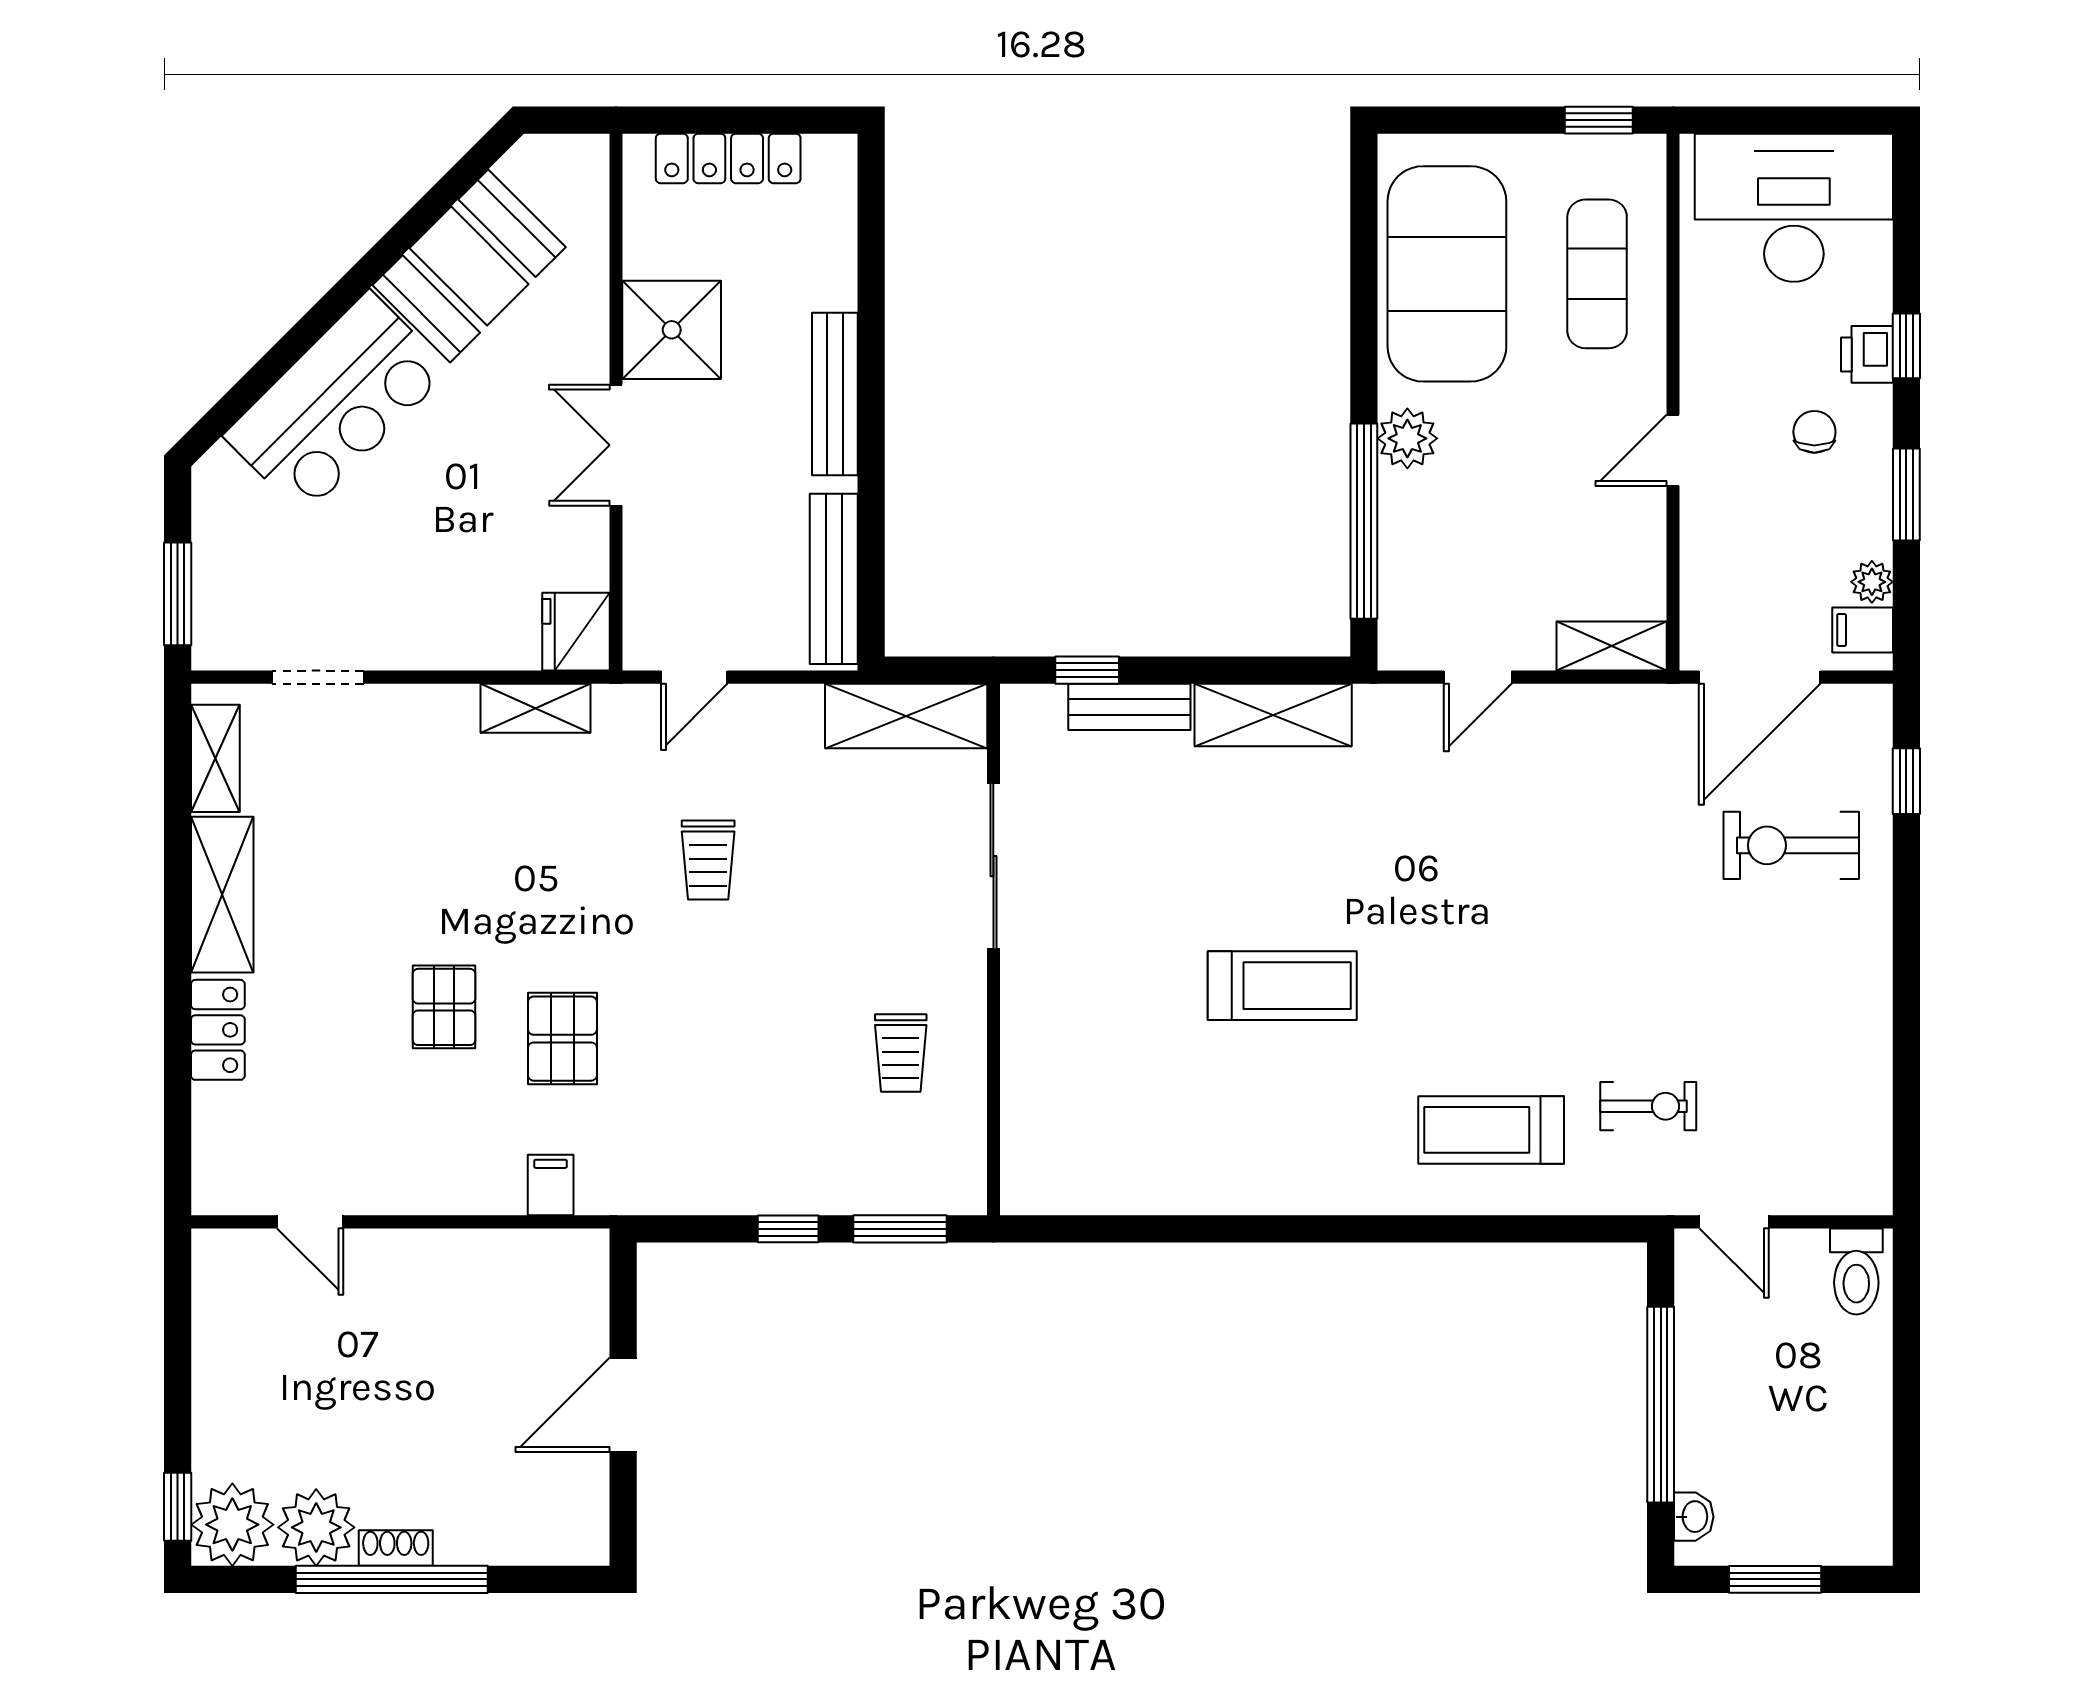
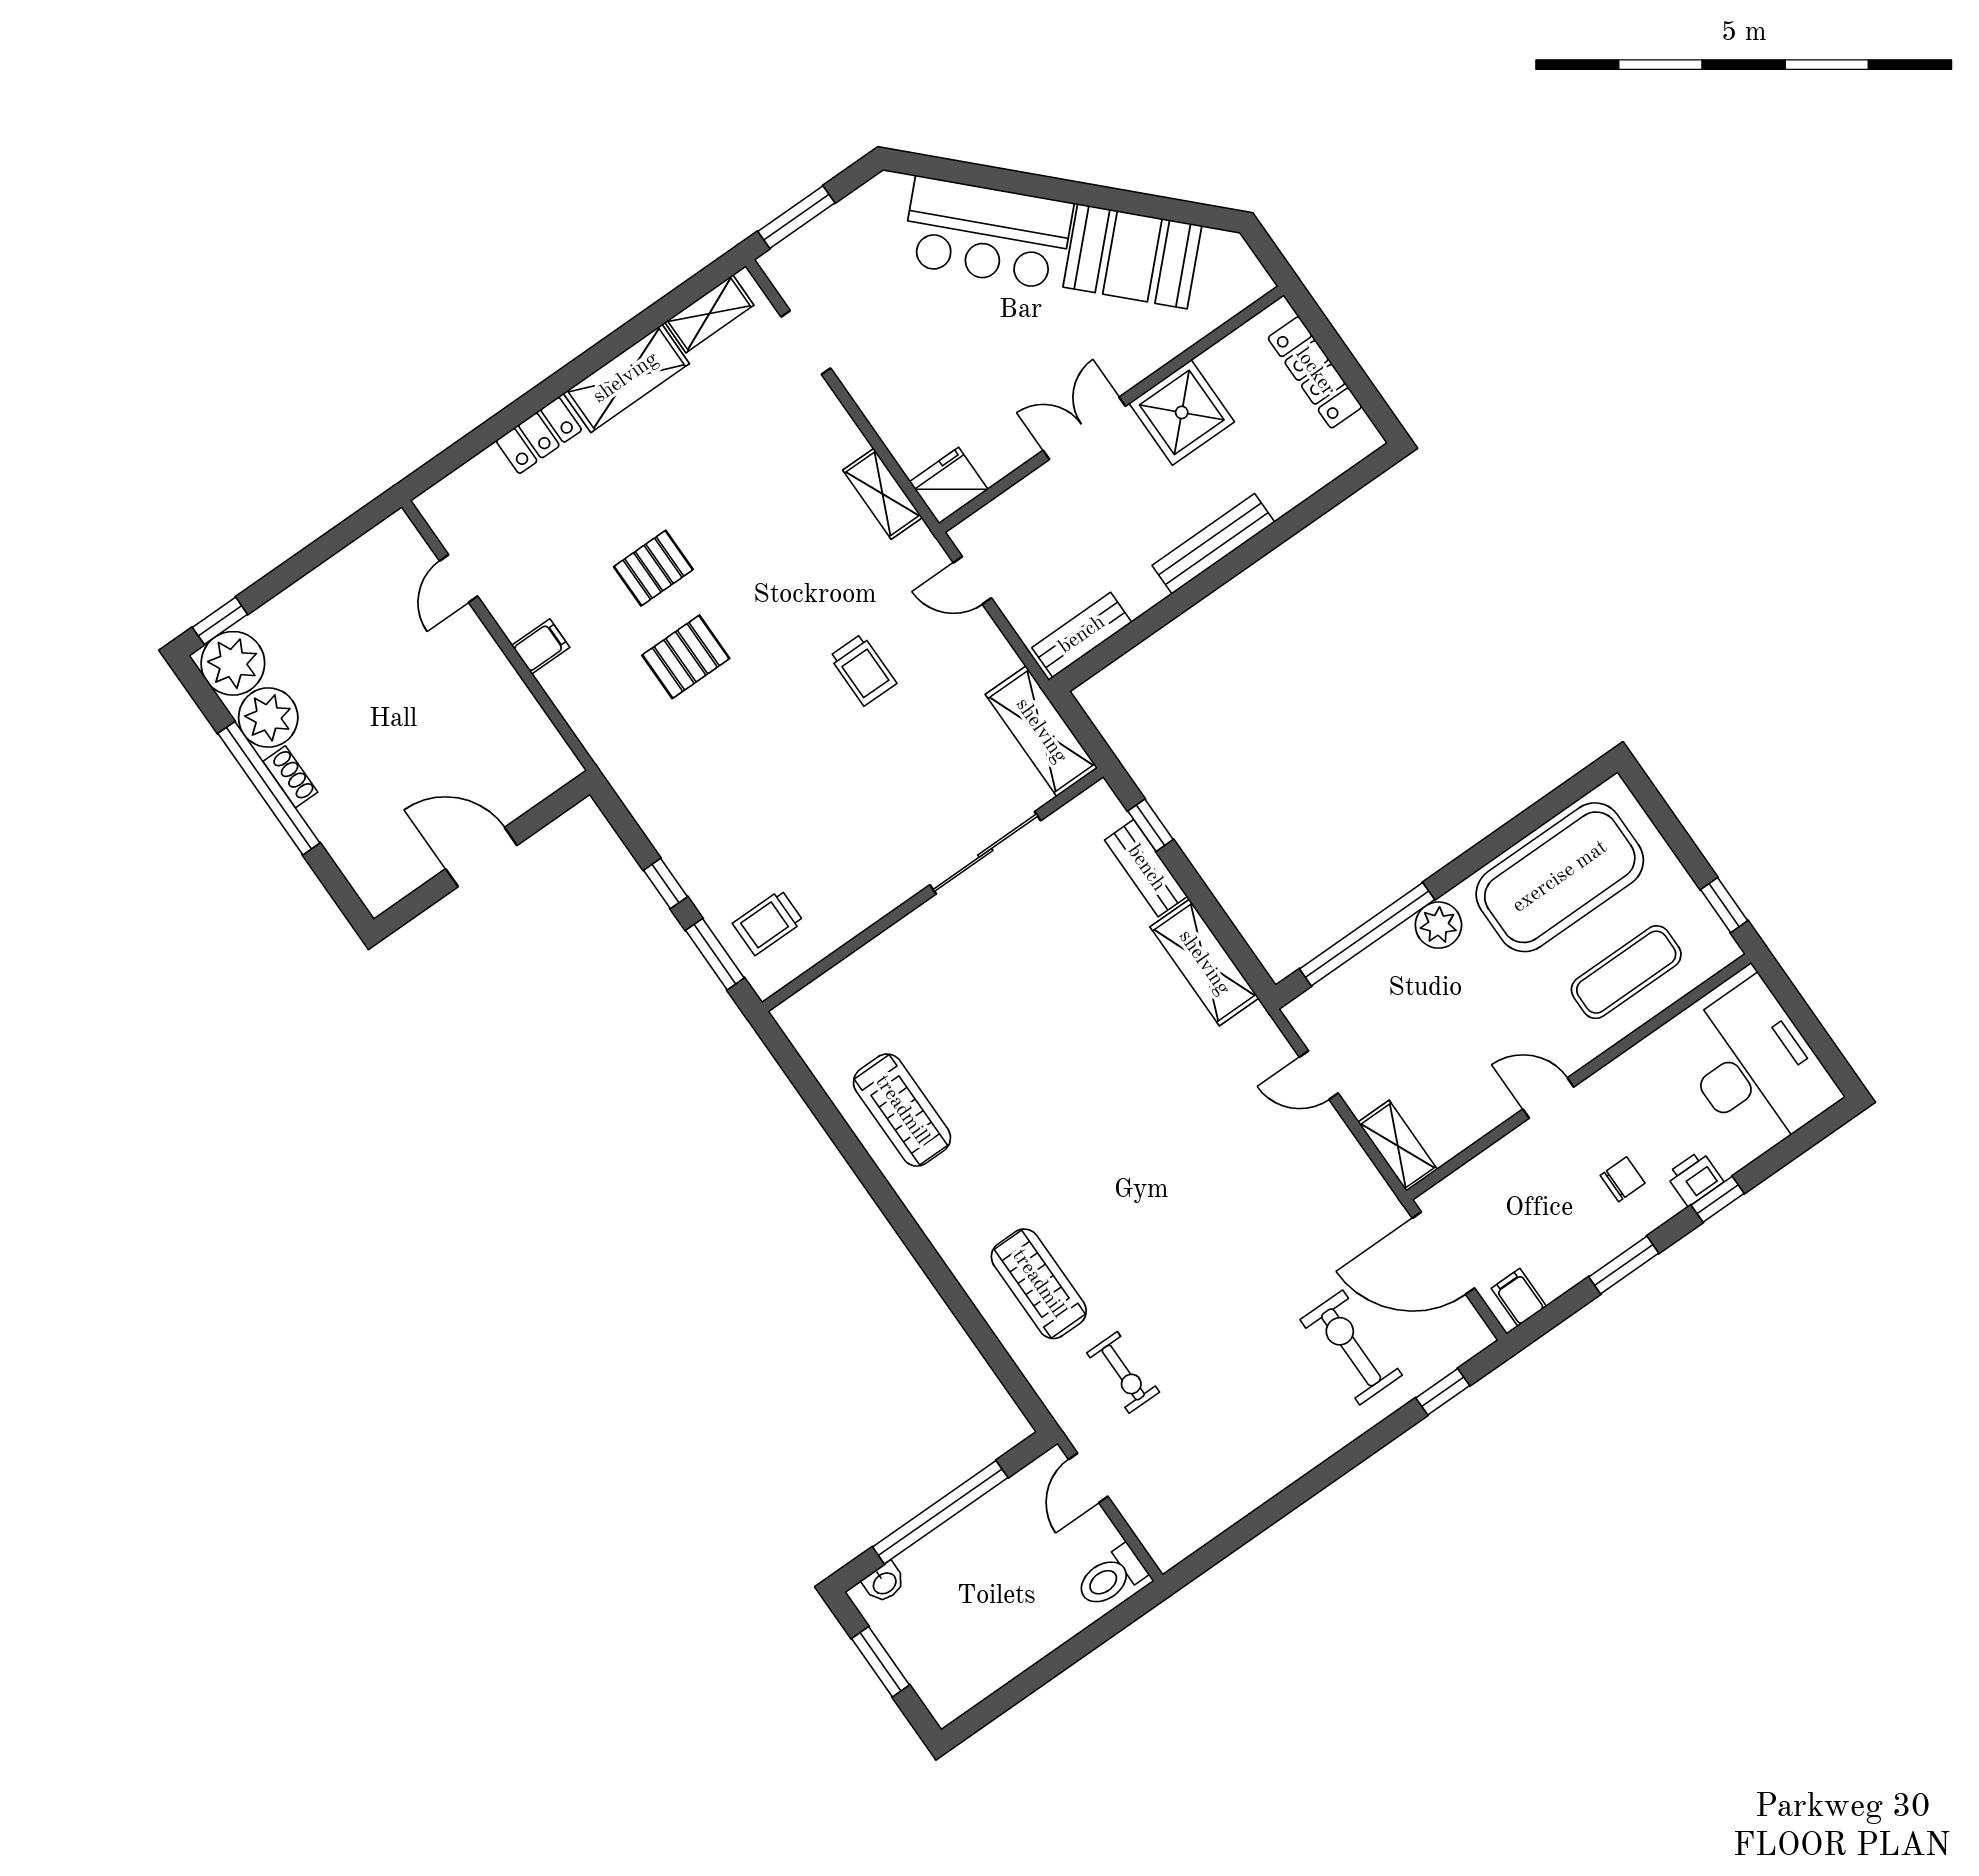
bench: (834, 579) -> (1082, 635), width x0.73
plant: (1872, 582) -> (1553, 1282), removed
trolley: (708, 860) -> (863, 670), turned -90
treadmill: (1282, 986) -> (902, 1110), moved
trolley: (901, 1053) -> (768, 922), moved
filing cabinet: (551, 1185) -> (541, 646), moved

